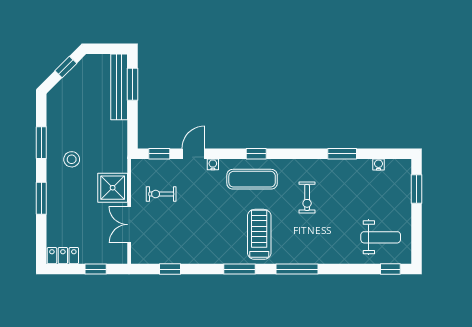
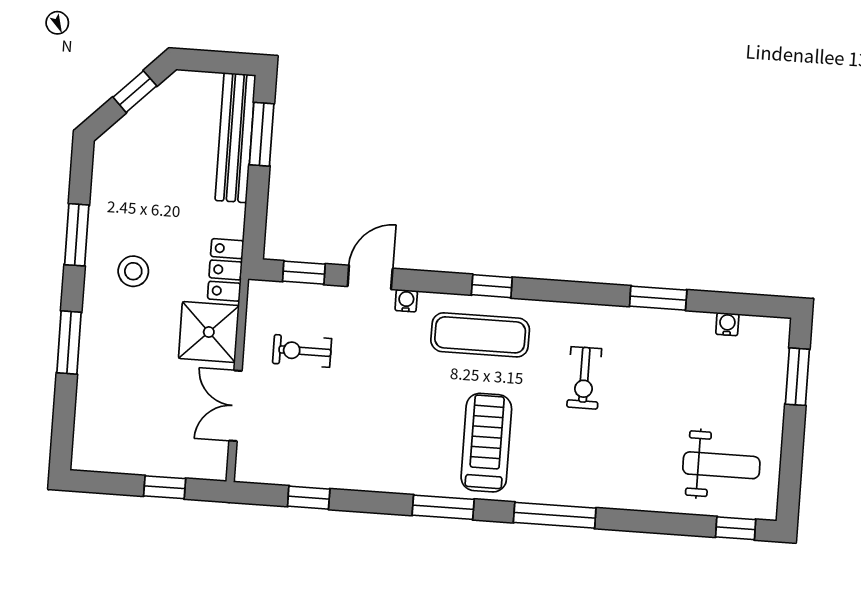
locker: (63, 256) -> (226, 270), moved, turned -90

